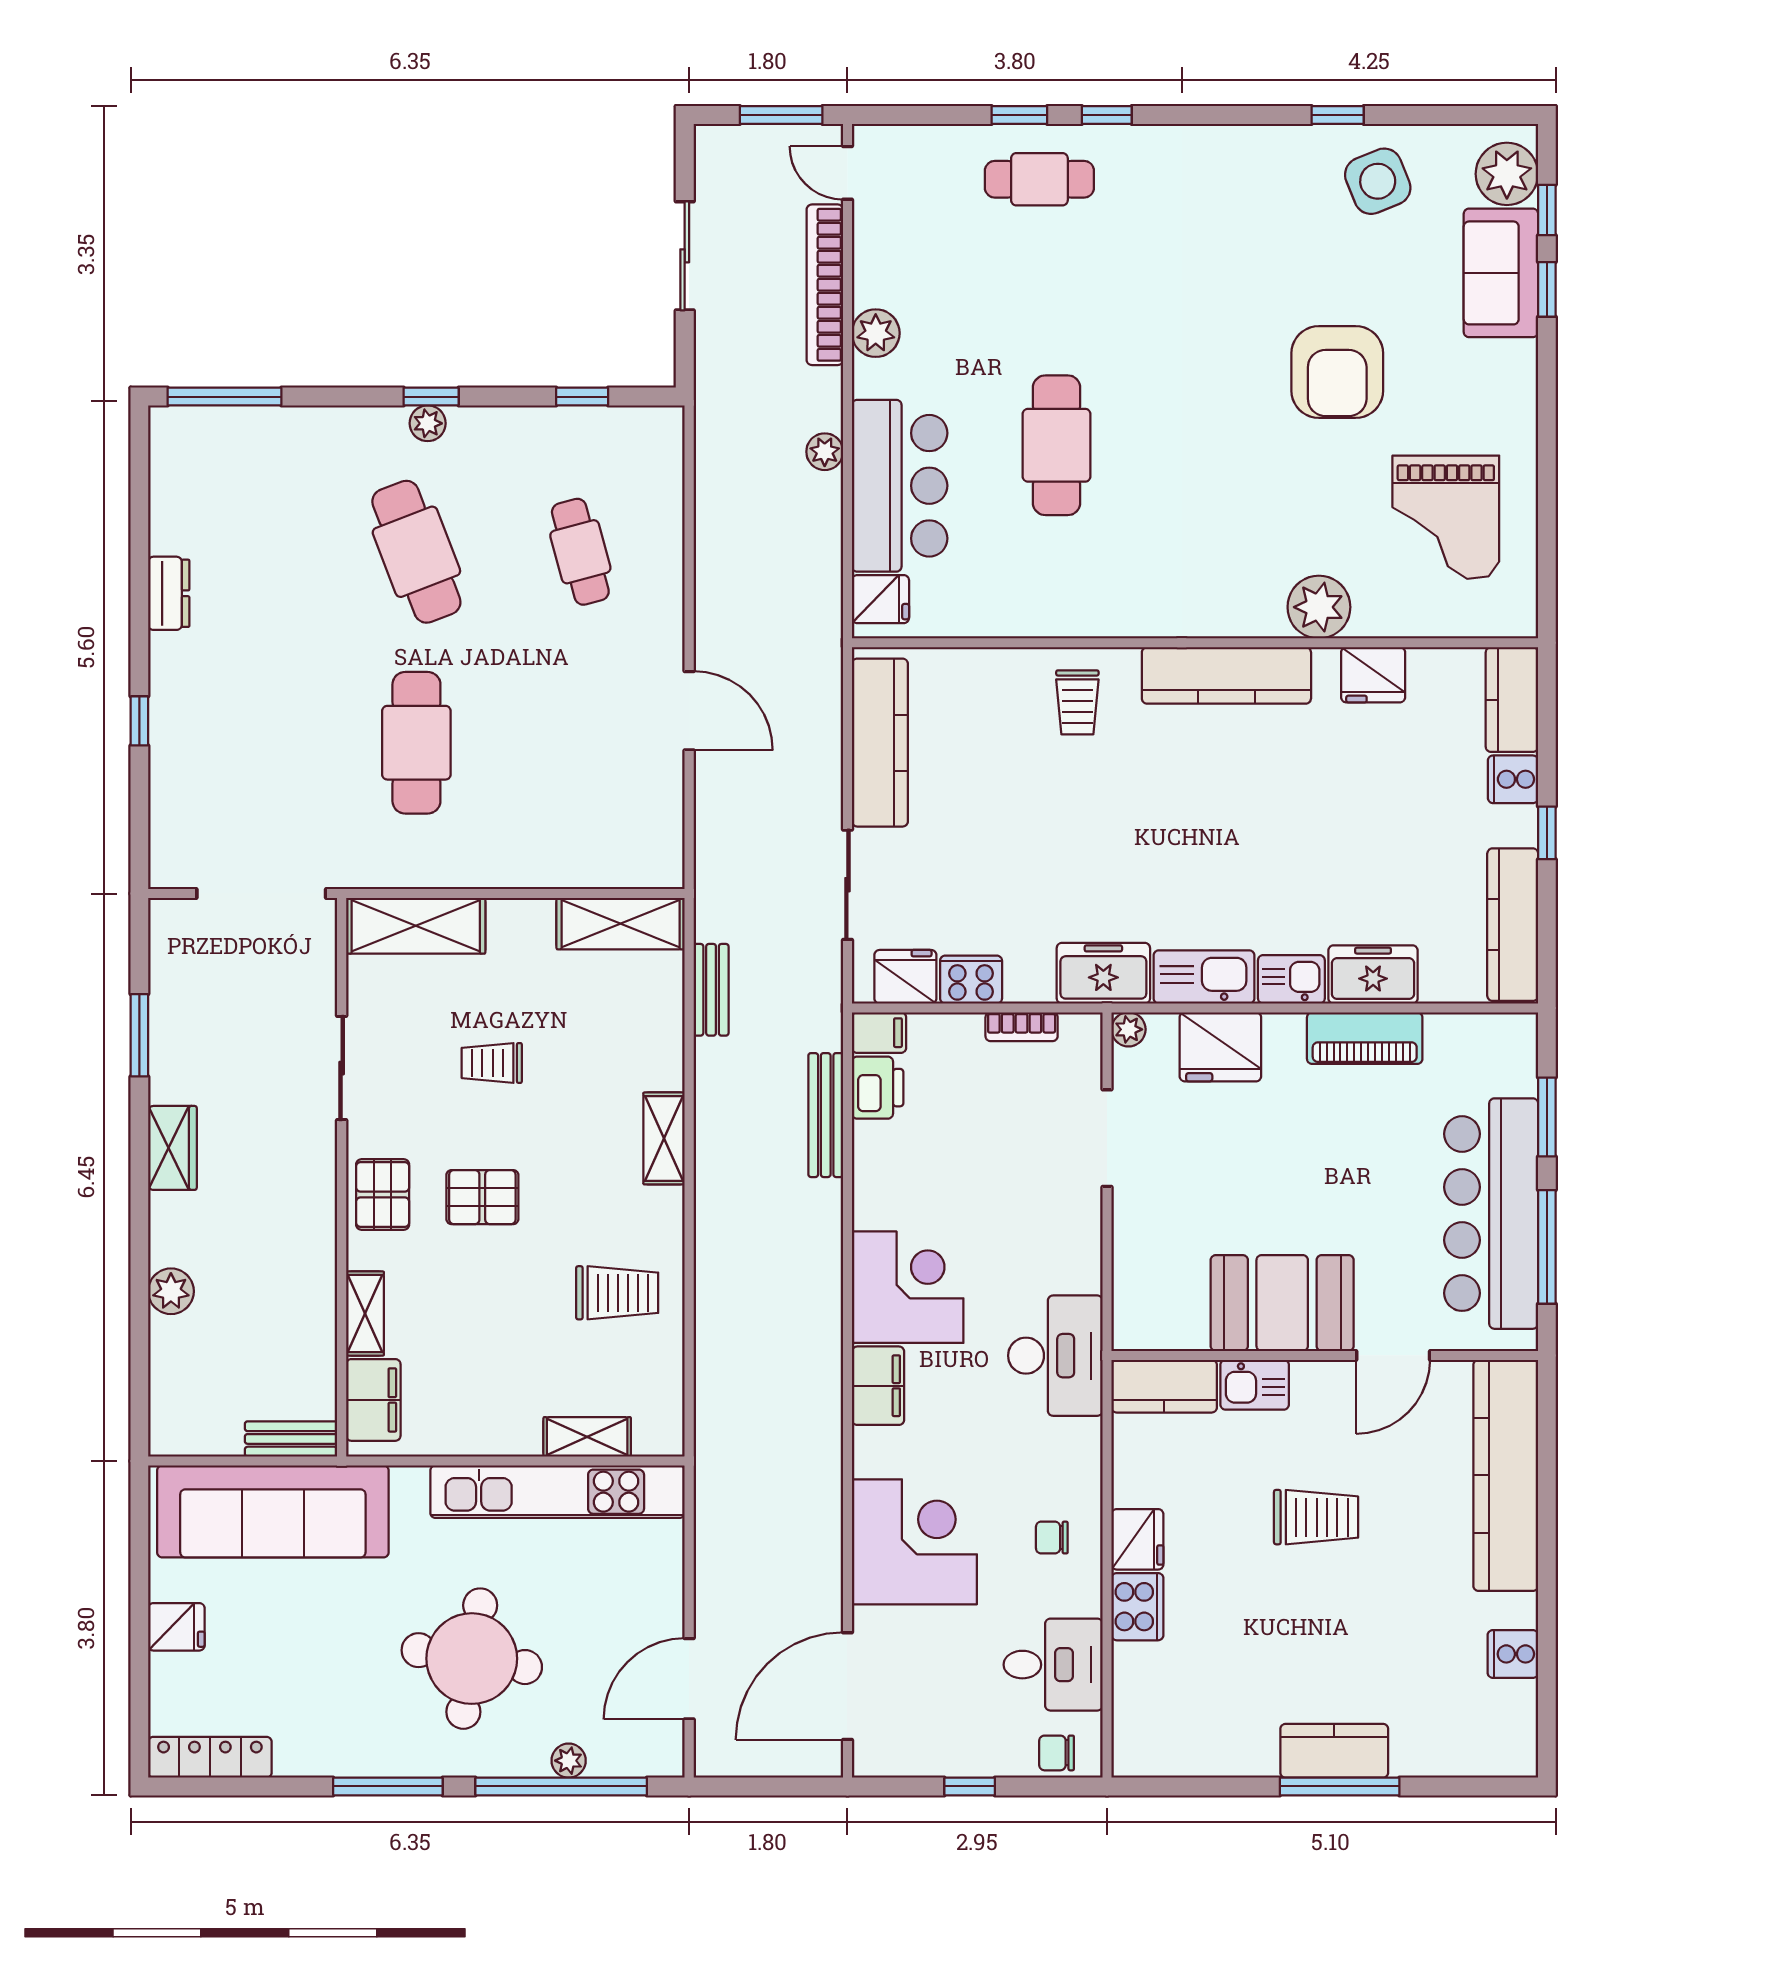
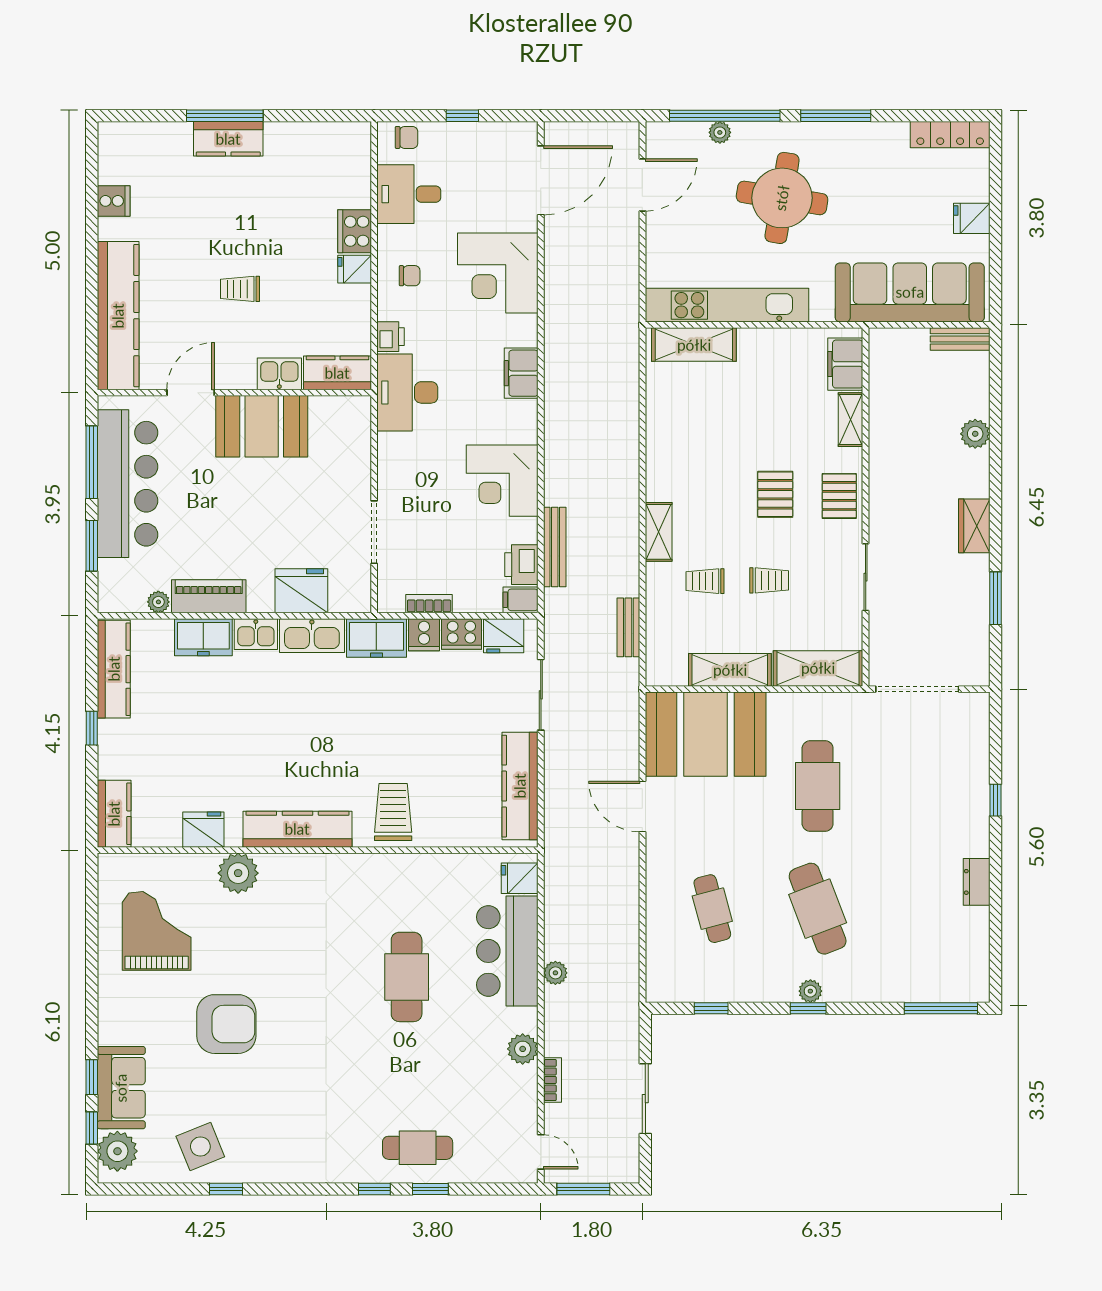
bookcase: (825, 285) -> (553, 1080), width x0.43, depth x0.76
armchair: (1337, 372) -> (226, 1024), turned 90
trolley: (1077, 702) -> (393, 812), width x1.36, depth x1.39
cooker: (1513, 779) -> (424, 635), moved, turned 90
booth: (591, 823) -> (706, 734), added
shelving: (621, 924) -> (730, 670), moved
plant: (1128, 1029) -> (158, 602), moved
pallet: (482, 1197) -> (775, 494), turned 90
corner desk: (908, 1287) -> (502, 481), moved
trolley: (617, 1293) -> (705, 581), moved, width x0.73, depth x0.72
shelving: (587, 1437) -> (694, 345), width x1.50, depth x1.33
bench: (291, 1439) -> (960, 339), moved
printer: (1081, 1443) -> (391, 337), added
trolley: (1316, 1517) -> (240, 289), width x0.73, depth x0.72
fridge: (1137, 1539) -> (355, 269), width x0.72

